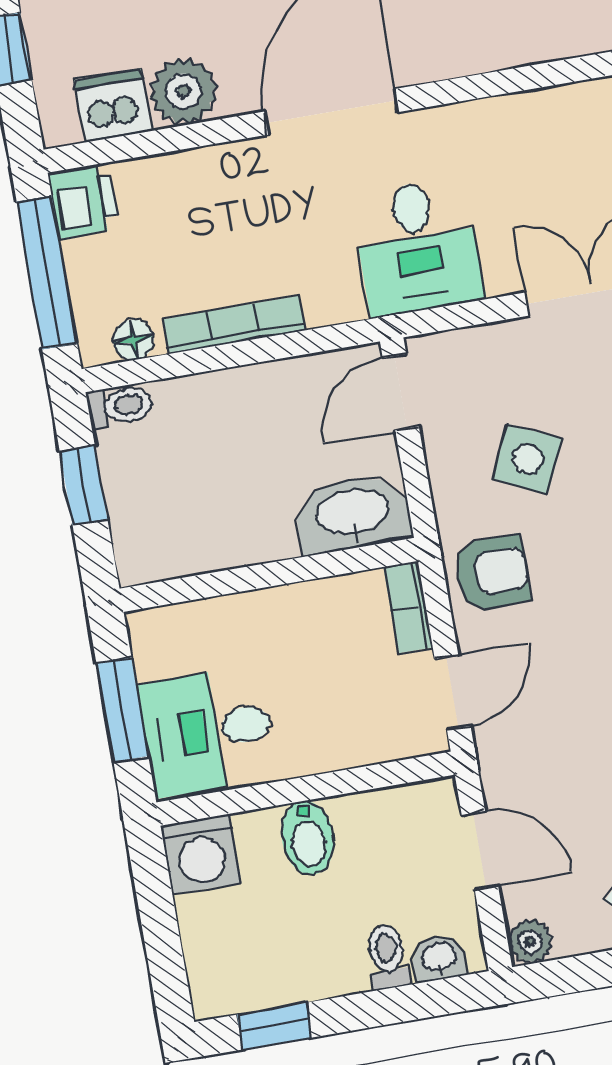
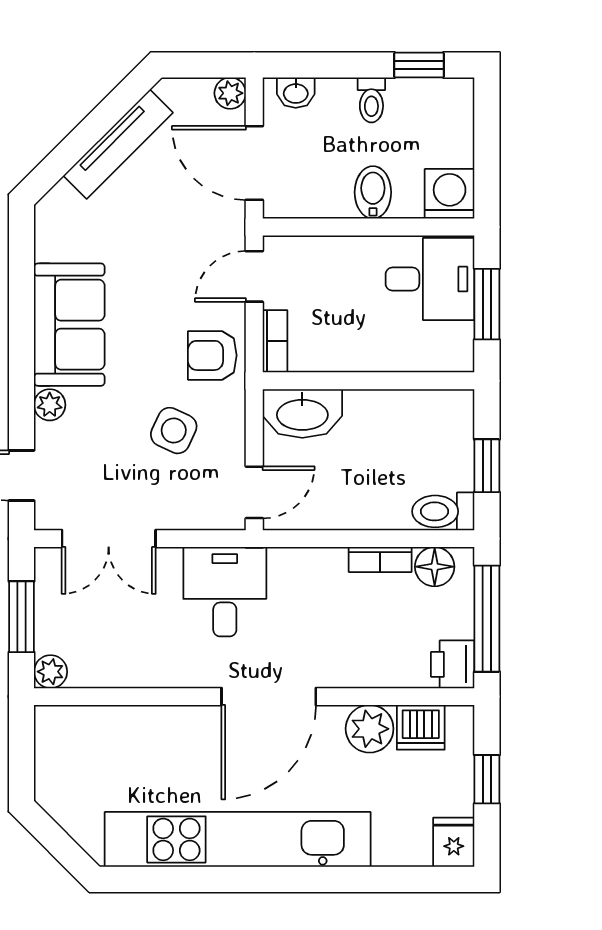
bookcase: (234, 325) -> (380, 560), width x0.64
floor lamp: (133, 340) -> (435, 567), width x1.37, depth x1.37
toilet: (120, 406) -> (443, 511), width x1.37, depth x1.39
door: (480, 850) -> (254, 163), width x1.38
toilet: (387, 956) -> (371, 100), moved

